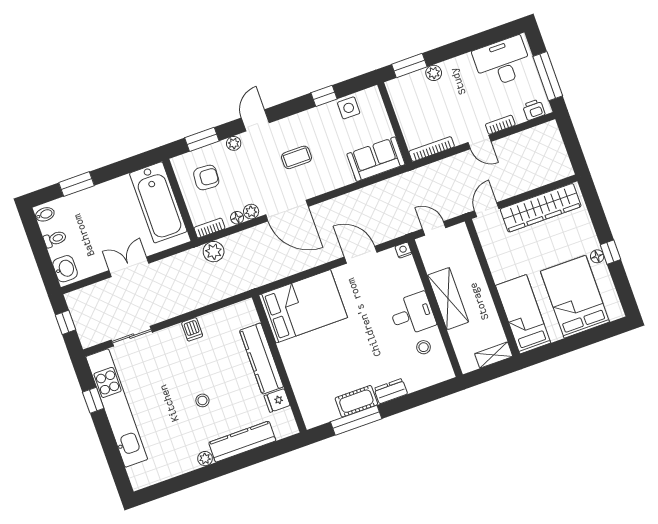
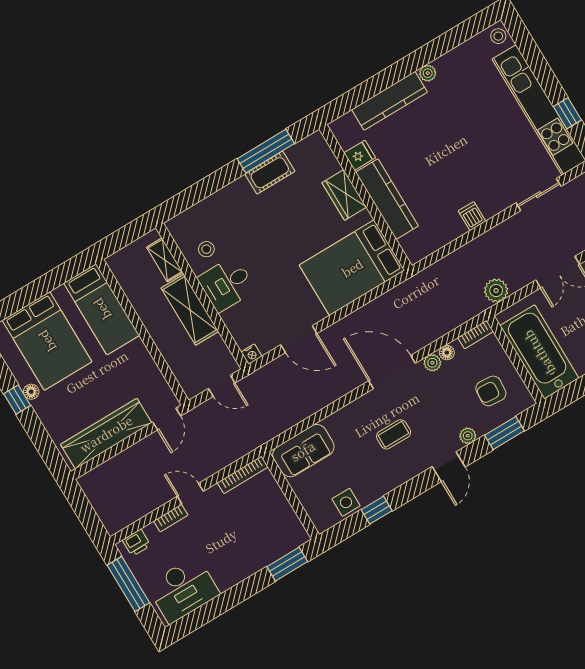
plant: (434, 73) -> (258, 561), removed
plant: (214, 252) -> (496, 291), moved
shelving: (494, 355) -> (165, 260), moved, turned 90
wardrobe: (297, 369) -> (344, 195), added
dresser: (391, 391) -> (233, 192), removed
stool: (202, 400) -> (498, 36), moved

